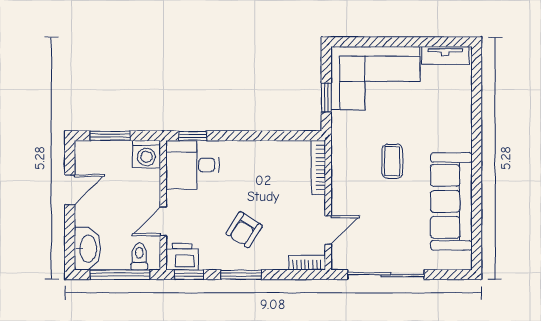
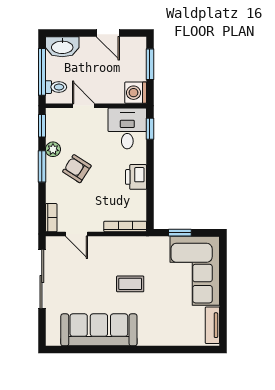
printer: (182, 257) -> (136, 177), moved, turned 180
plant: (219, 261) -> (53, 149), added

